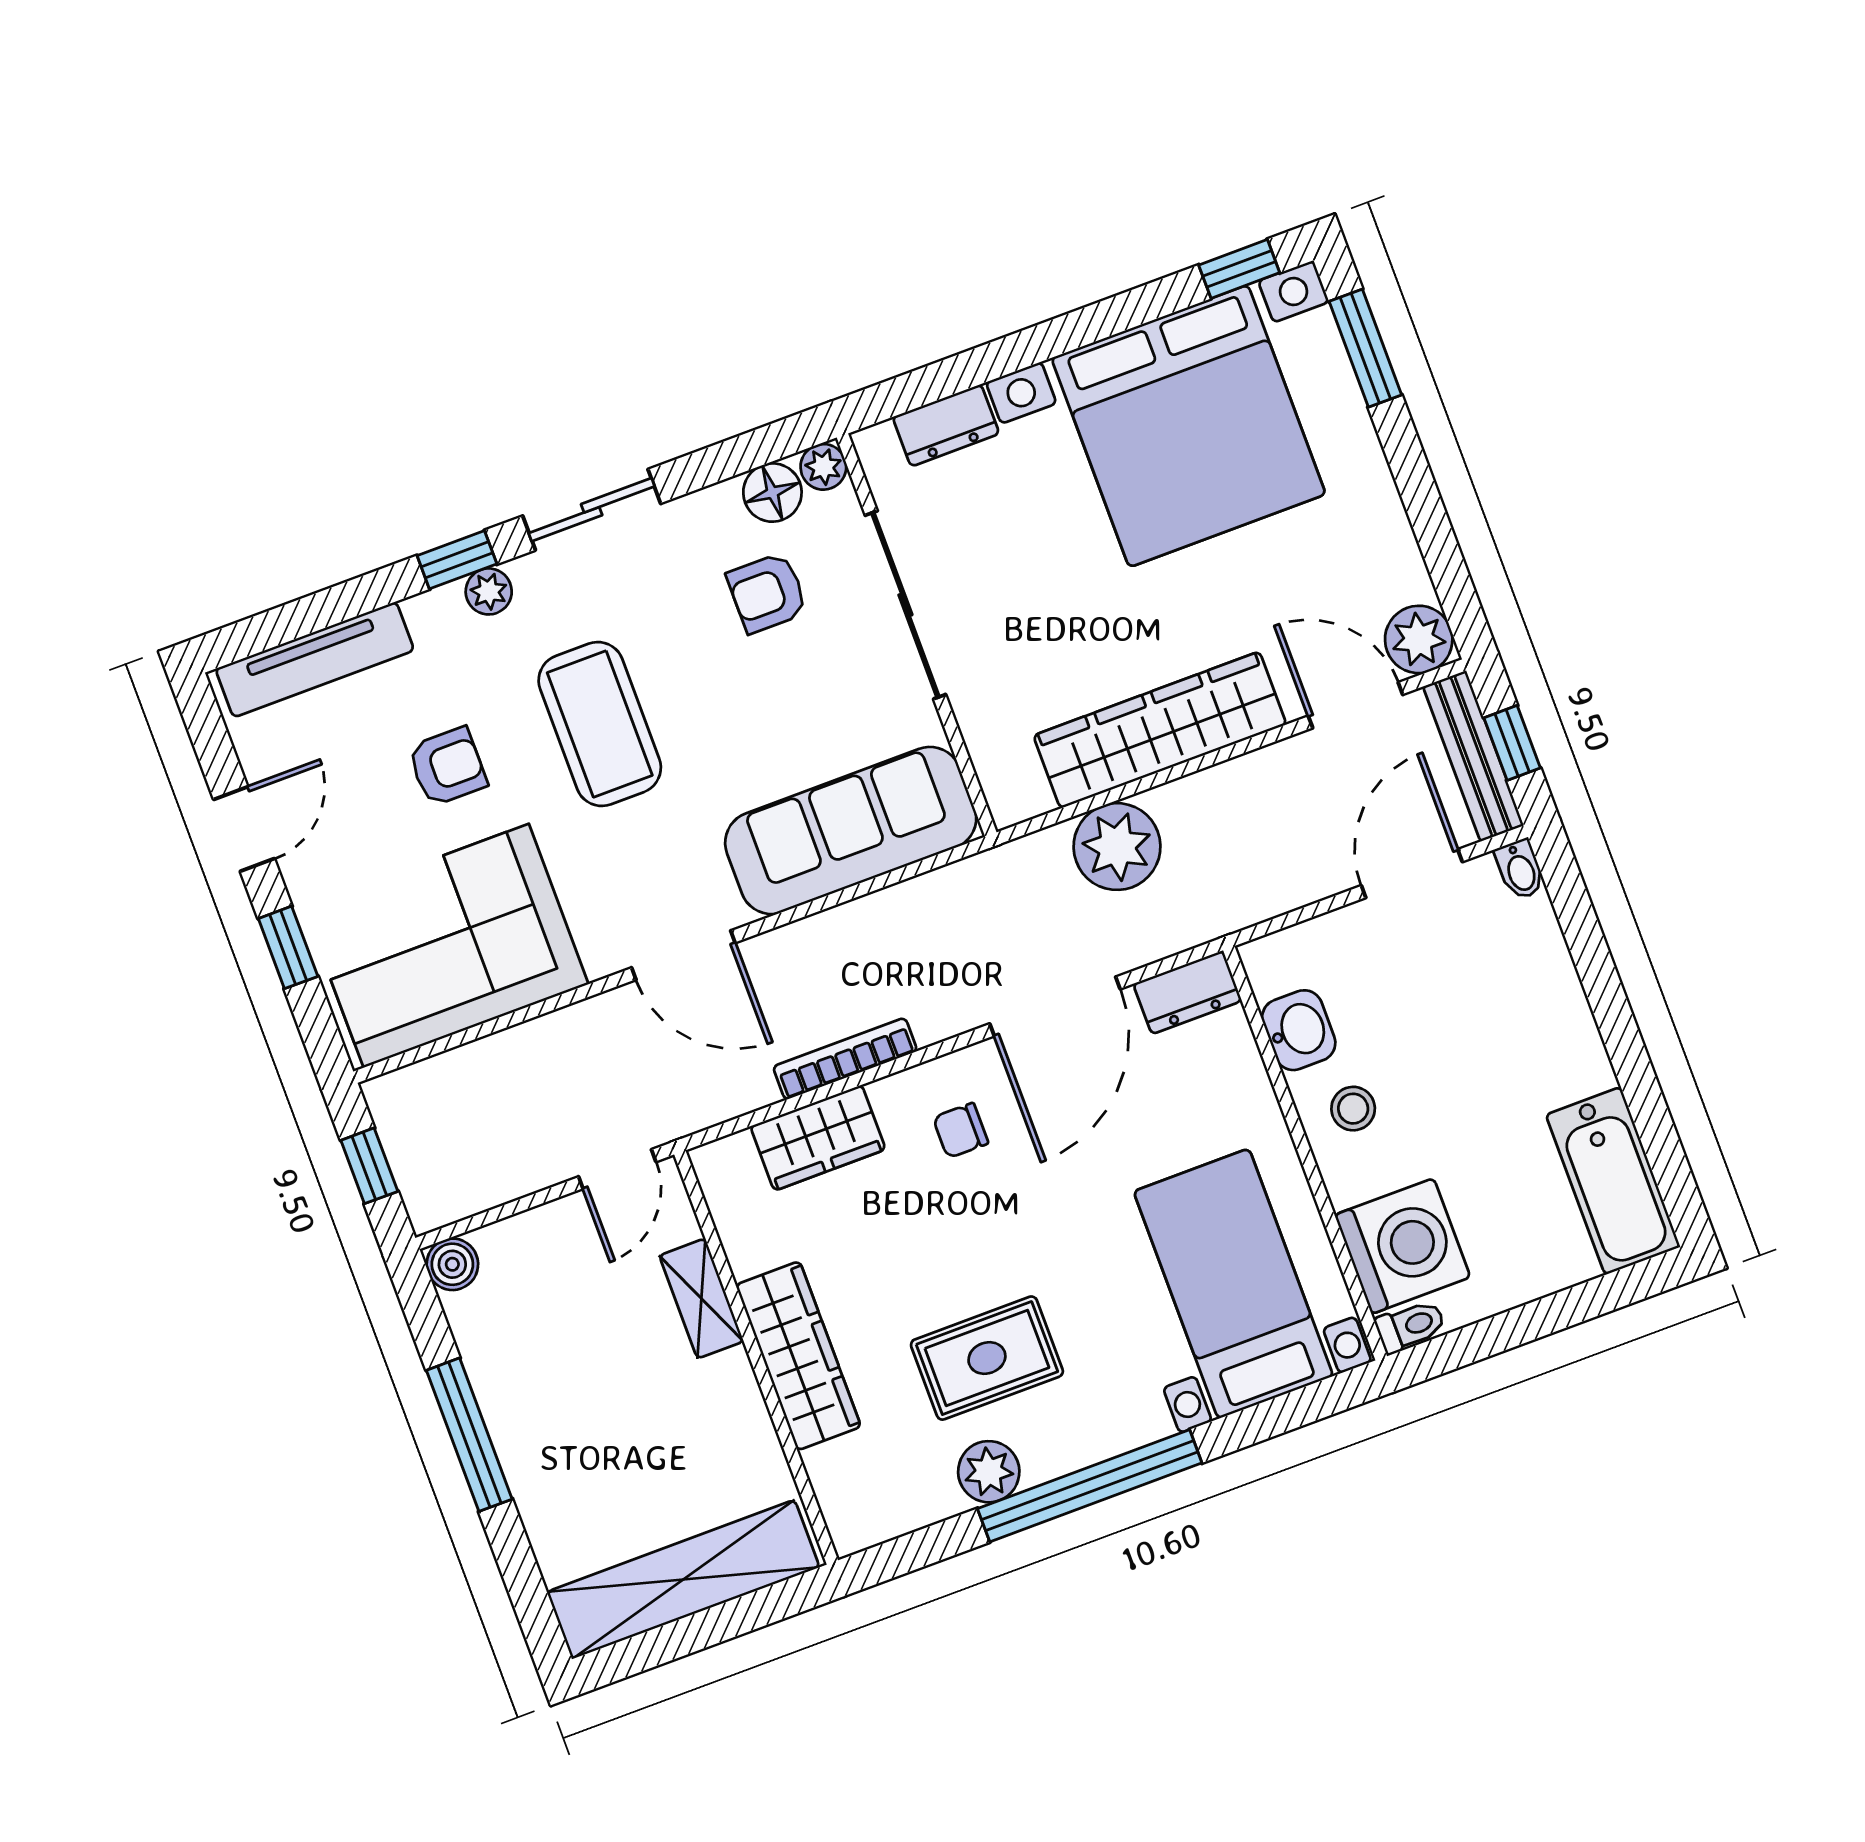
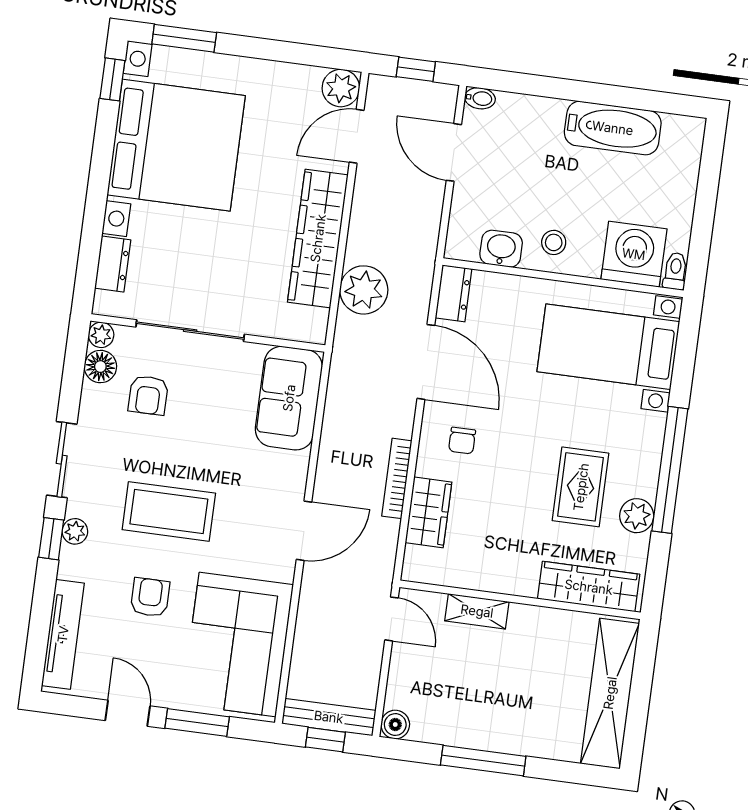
bench: (1473, 756) -> (329, 717), moved
sofa: (851, 830) -> (289, 398), width x0.73
window: (288, 947) -> (197, 722), width x1.50
bathtub: (1613, 1181) -> (613, 128), moved
wardrobe: (798, 1356) -> (589, 587), moved

